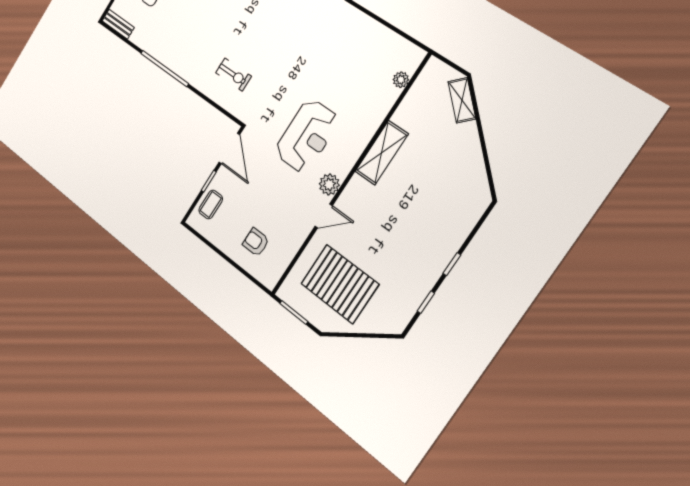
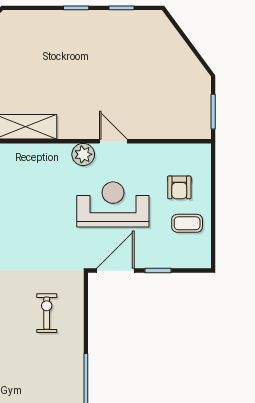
reception desk: (307, 136) -> (113, 204), moved
coffee table: (211, 204) -> (187, 223), moved
pallet: (340, 284) -> (160, 88), removed

